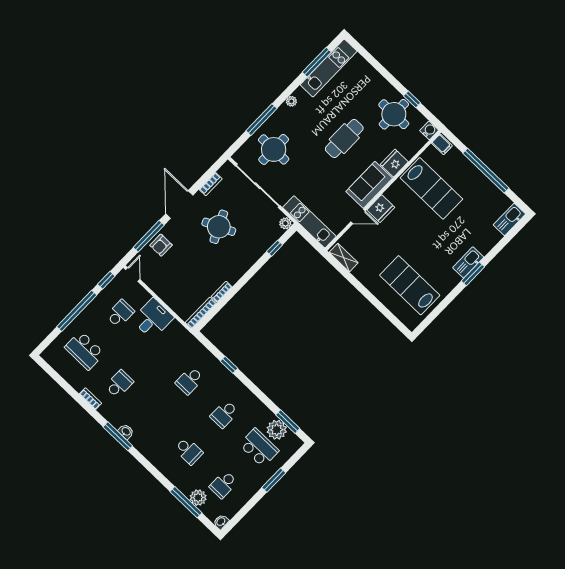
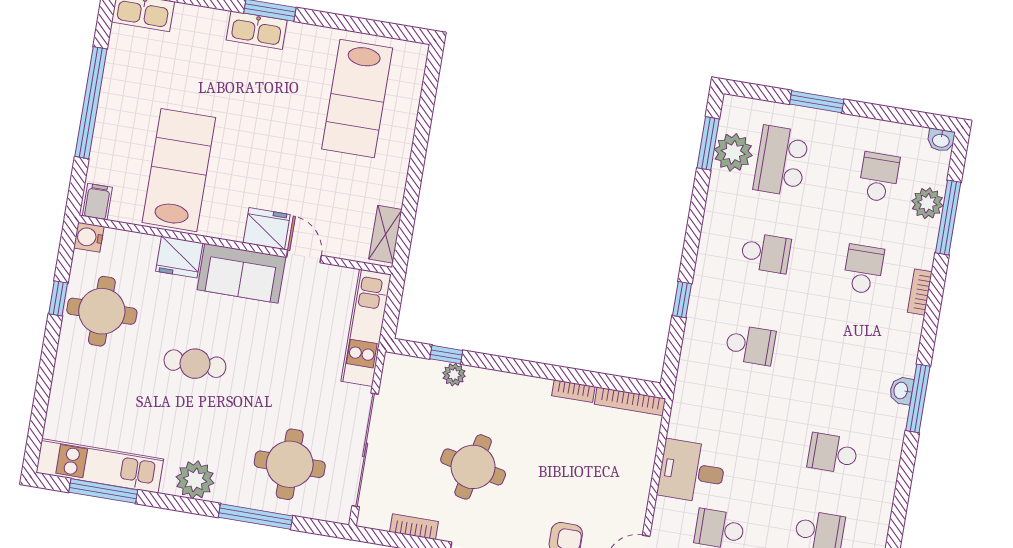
plant: (291, 101) -> (195, 480), width x1.88, depth x1.88
cafe table: (344, 139) -> (195, 364), width x0.73, depth x0.74
plant: (285, 223) -> (454, 375), moved
round table: (219, 227) -> (473, 467), turned 37
bookcase: (90, 399) -> (920, 292), moved
school desk: (223, 484) -> (879, 177), turned -90

